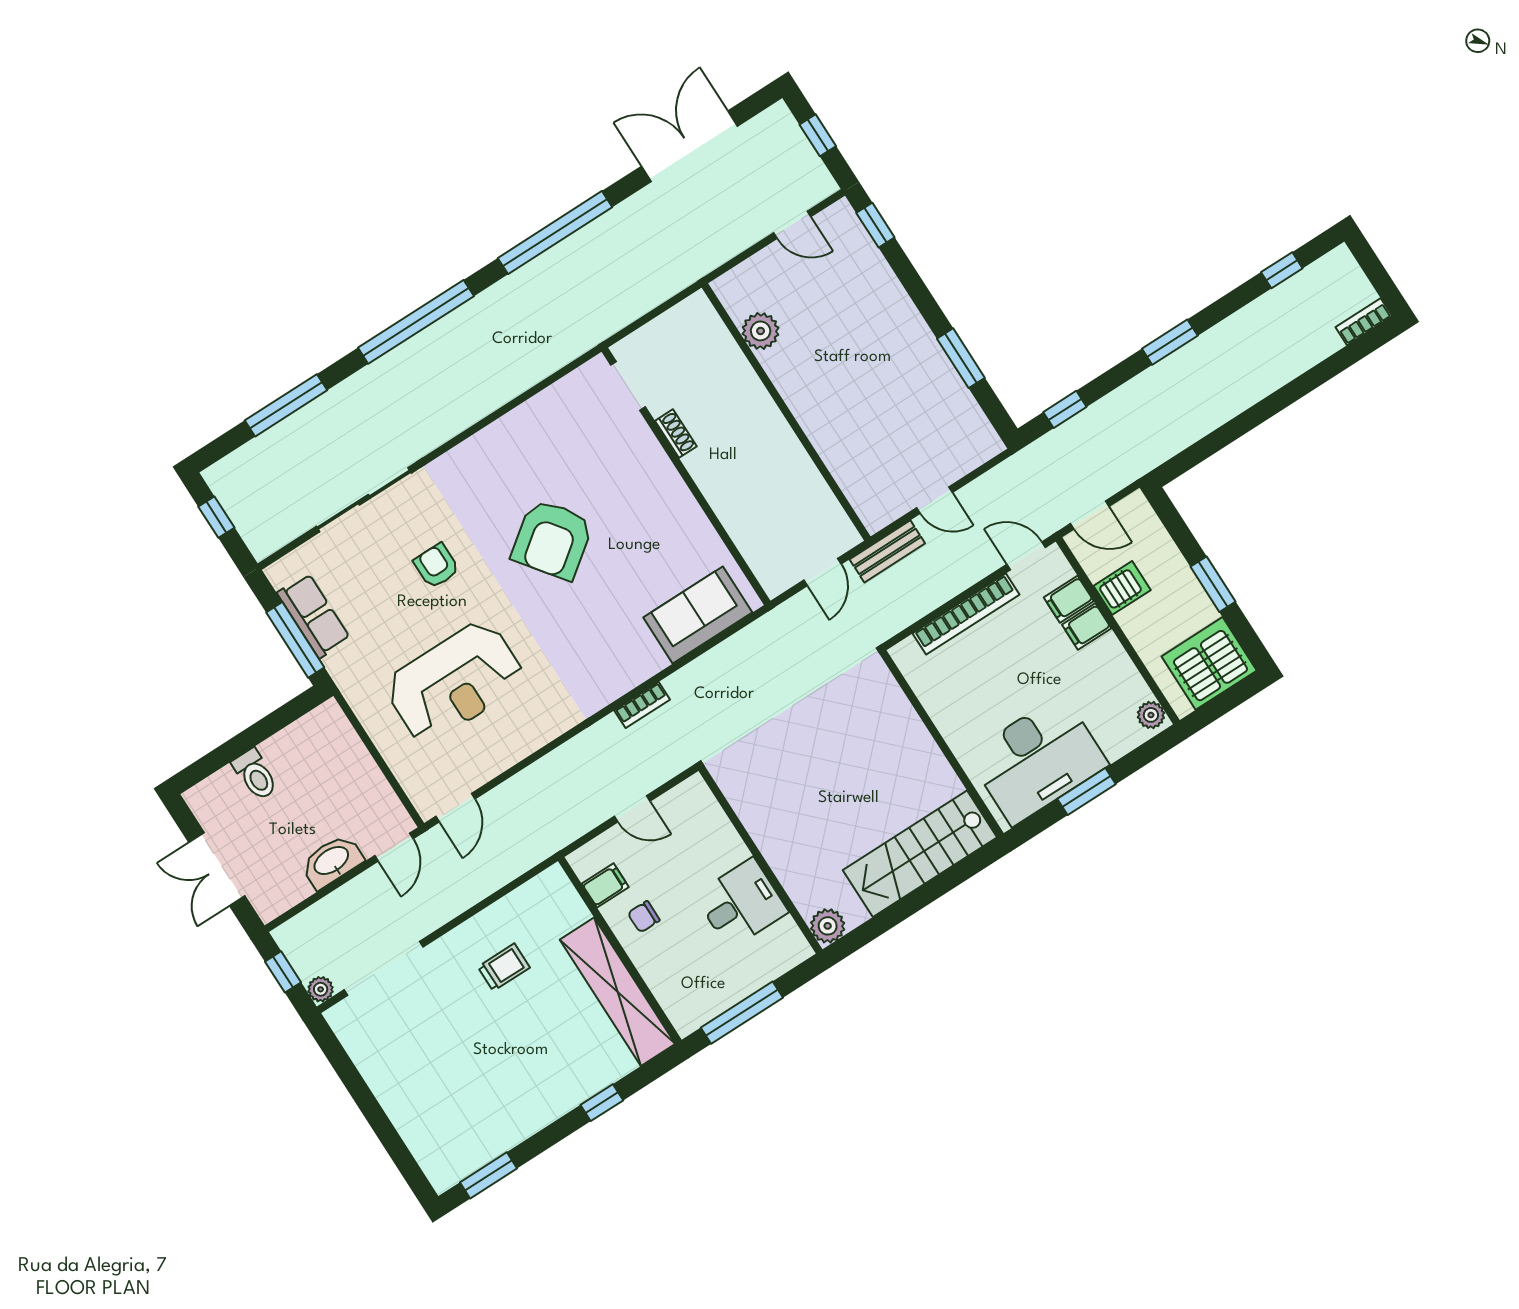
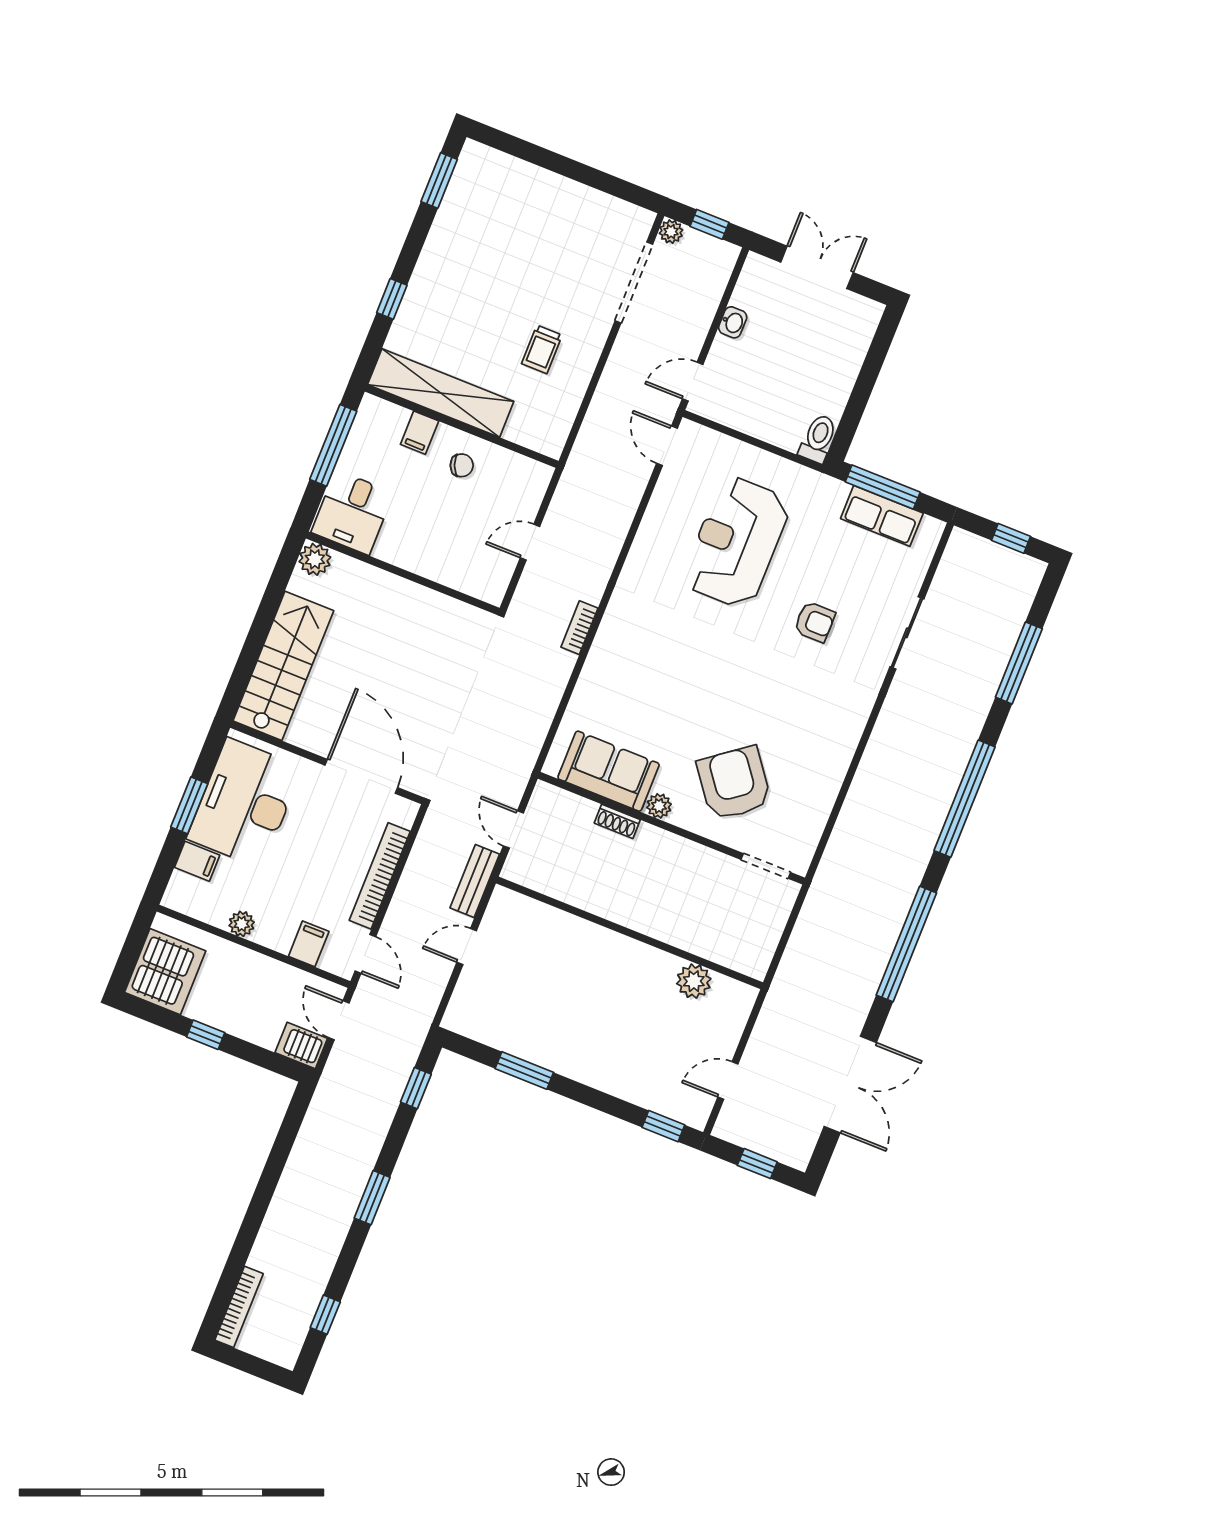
bookcase: (1364, 322) -> (239, 1307), width x1.56
shoe rack: (676, 434) -> (617, 821), moved
sliding door: (364, 500) -> (907, 633), width x0.73
plant: (683, 503) -> (659, 806), added
door: (1090, 515) -> (339, 1020), hinge flipped
armchair: (552, 539) -> (734, 783), moved
door: (1026, 556) -> (365, 954), hinge flipped
window: (1213, 584) -> (206, 1035), width x0.67
server rack: (1122, 588) -> (301, 1045), moved, turned 90
sofa: (698, 615) -> (609, 771), moved, turned -90
filing cabinet: (1087, 626) -> (197, 861), moved, turned 90
door: (921, 711) -> (361, 776), added
plant: (1151, 715) -> (242, 924), moved
toilet: (255, 775) -> (818, 439), moved, turned 90
door: (394, 847) -> (693, 382), hinge flipped
washbasin: (332, 861) -> (733, 322), width x0.52, depth x0.69
filing cabinet: (605, 885) -> (420, 433), moved
desk: (741, 903) -> (352, 513), moved
chair: (644, 917) -> (462, 465), turned 68

